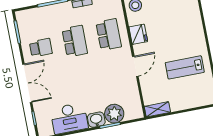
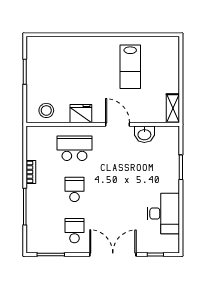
school desk: (75, 41) -> (74, 189), width x0.54
plant: (114, 114) -> (168, 160), removed
washbasin: (96, 120) -> (144, 134), moved, turned -90

